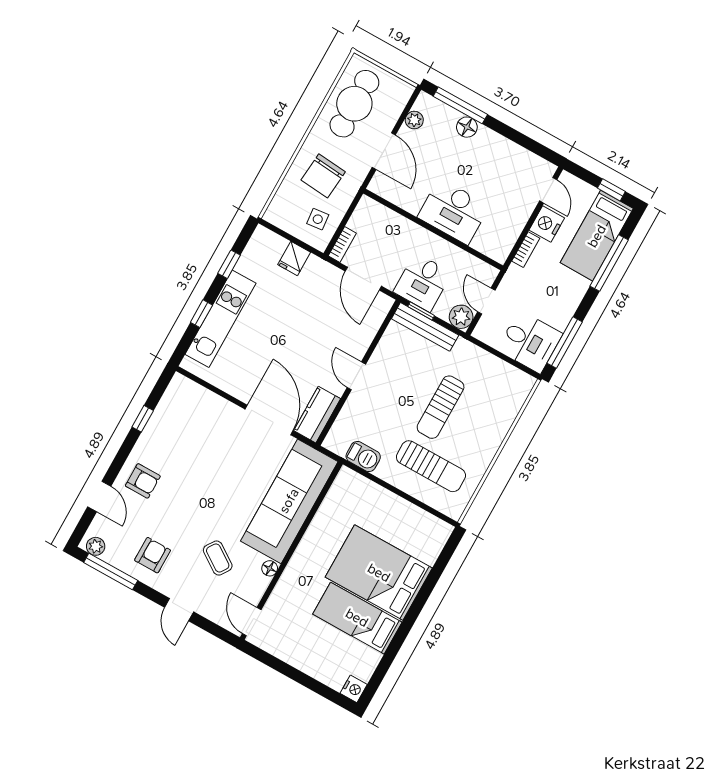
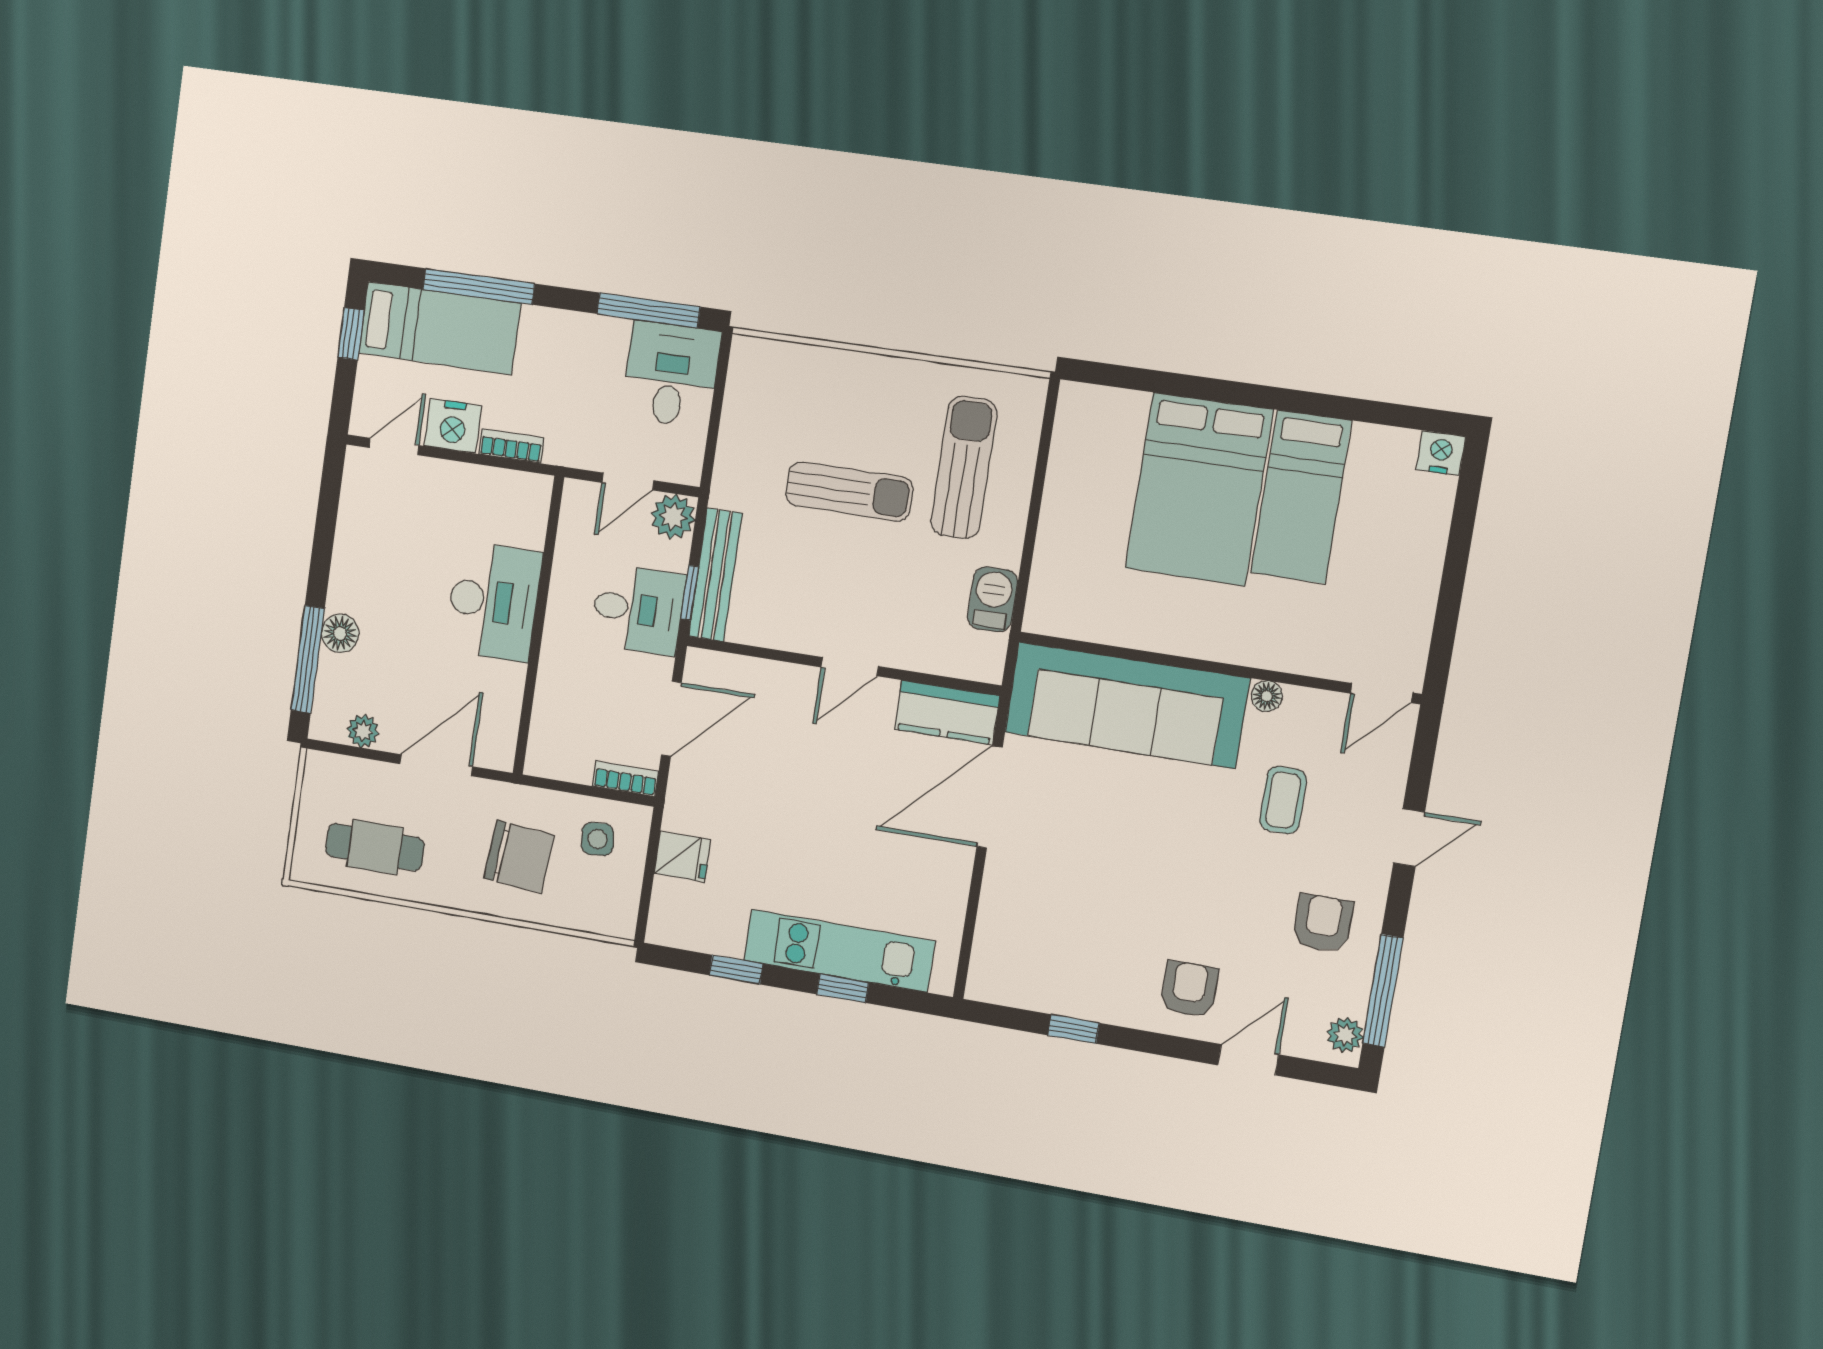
cafe table: (354, 104) -> (375, 847), width x0.73, depth x0.74
armchair: (153, 555) -> (1323, 923), turned 90
coffee table: (218, 558) -> (1283, 800), turned -34

